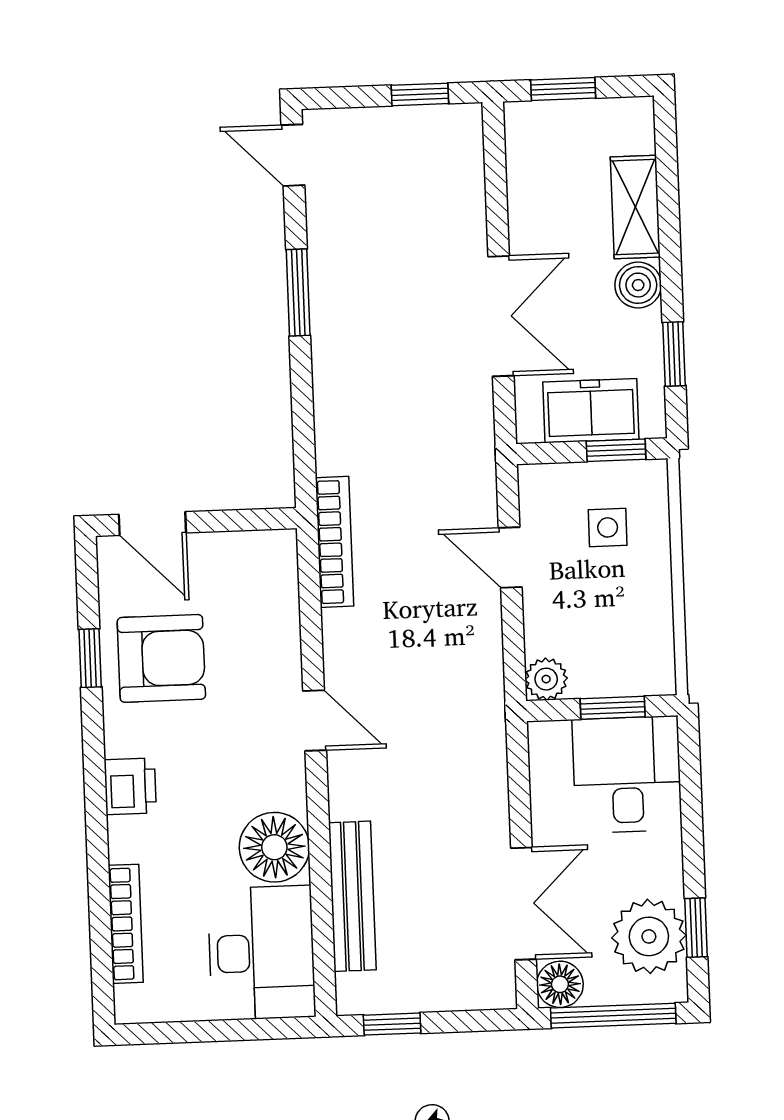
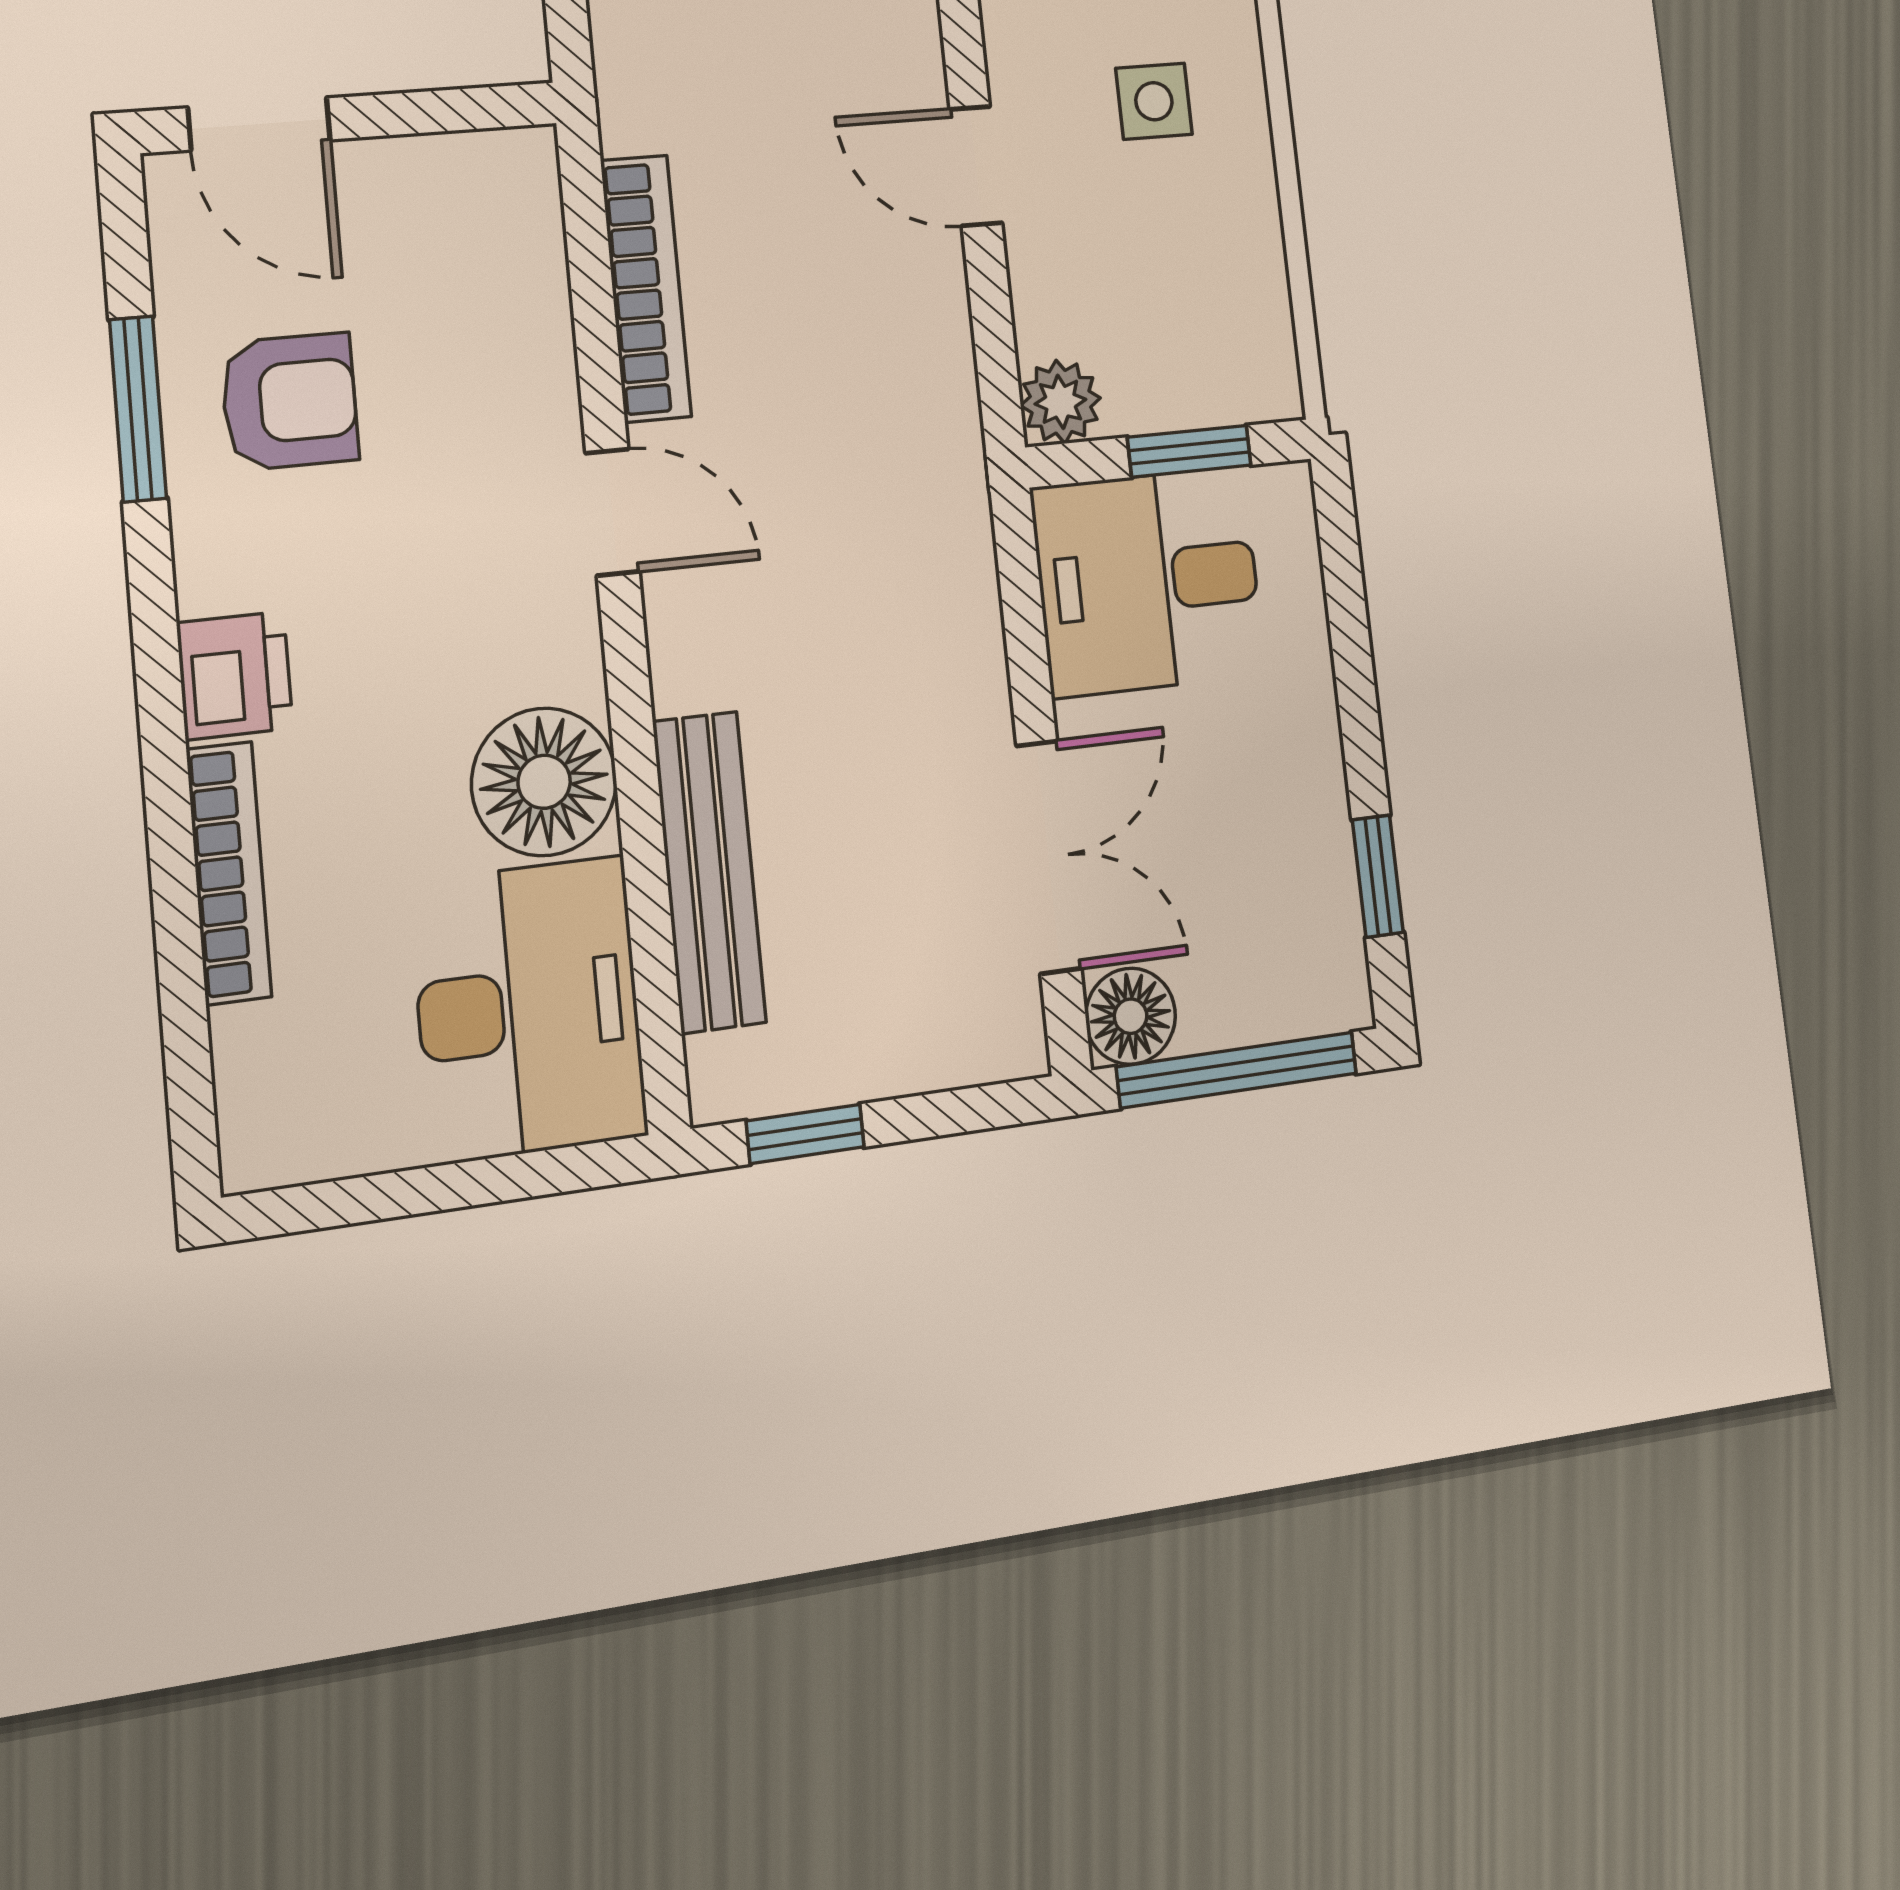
bookcase: (334, 542) -> (646, 288), moved
window: (90, 658) -> (138, 409), width x1.50
armchair: (161, 658) -> (290, 401), width x0.72, depth x0.72
desk: (627, 774) -> (1148, 581), moved, turned -90
bookcase: (126, 924) -> (229, 873), moved
plant: (649, 936) -> (1292, 902), removed

